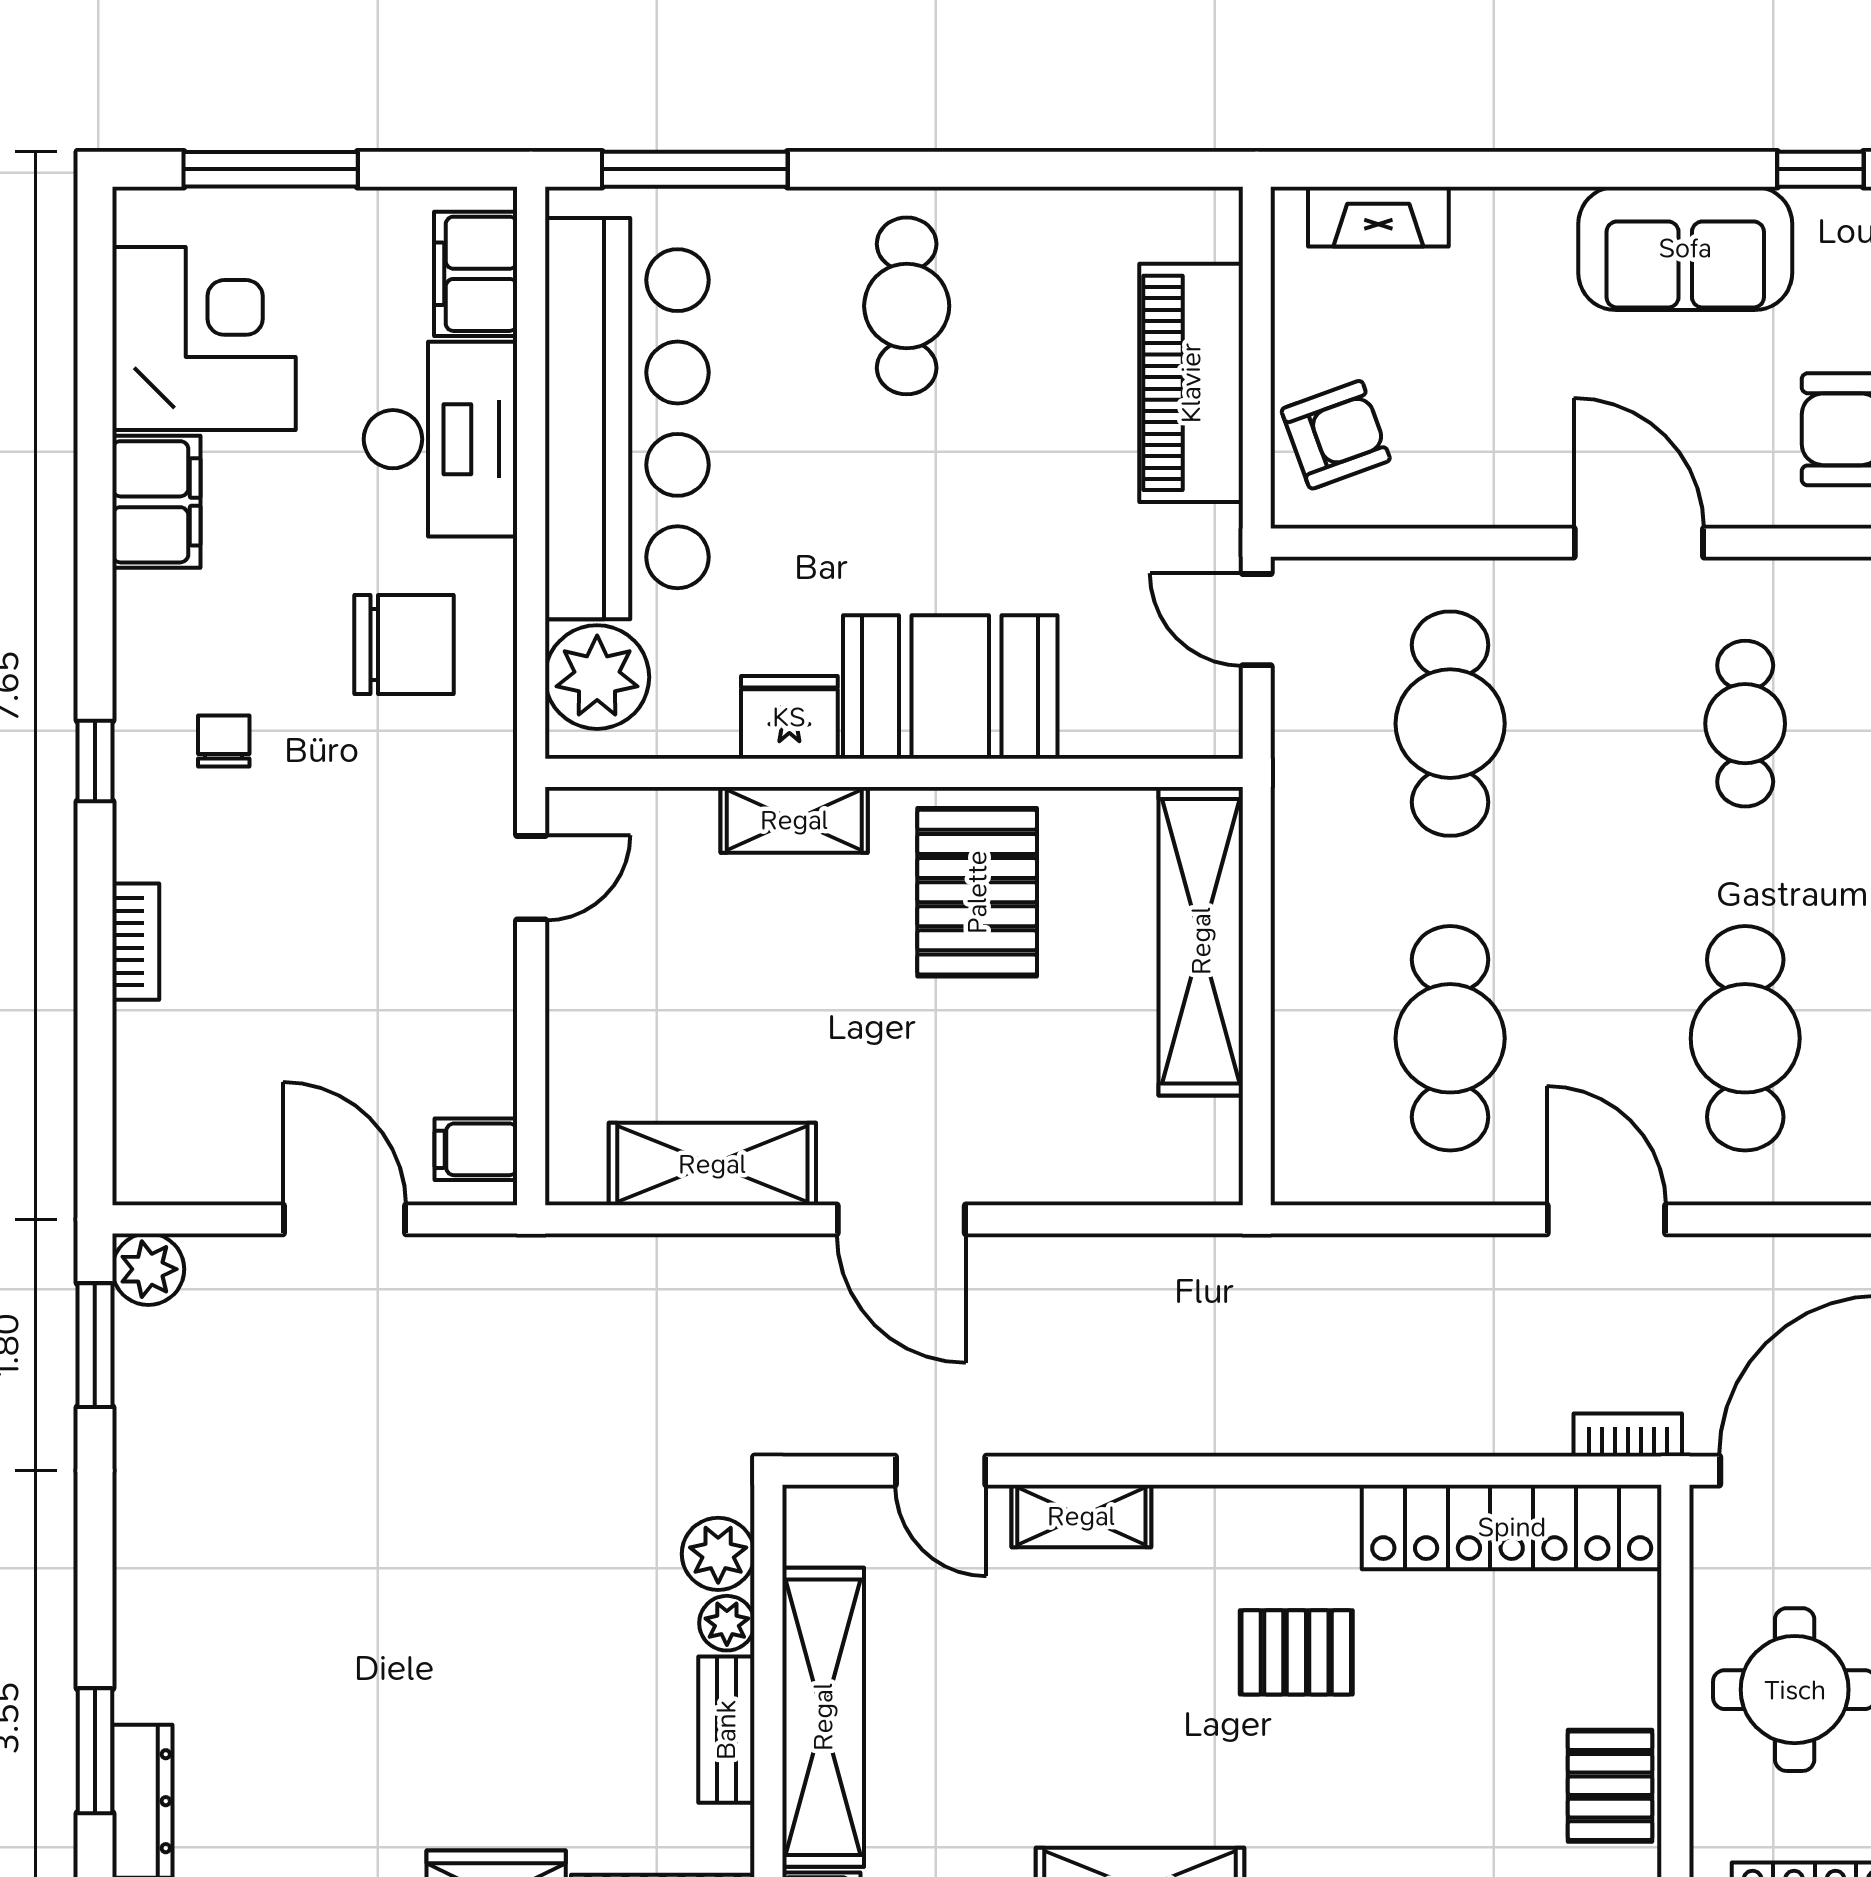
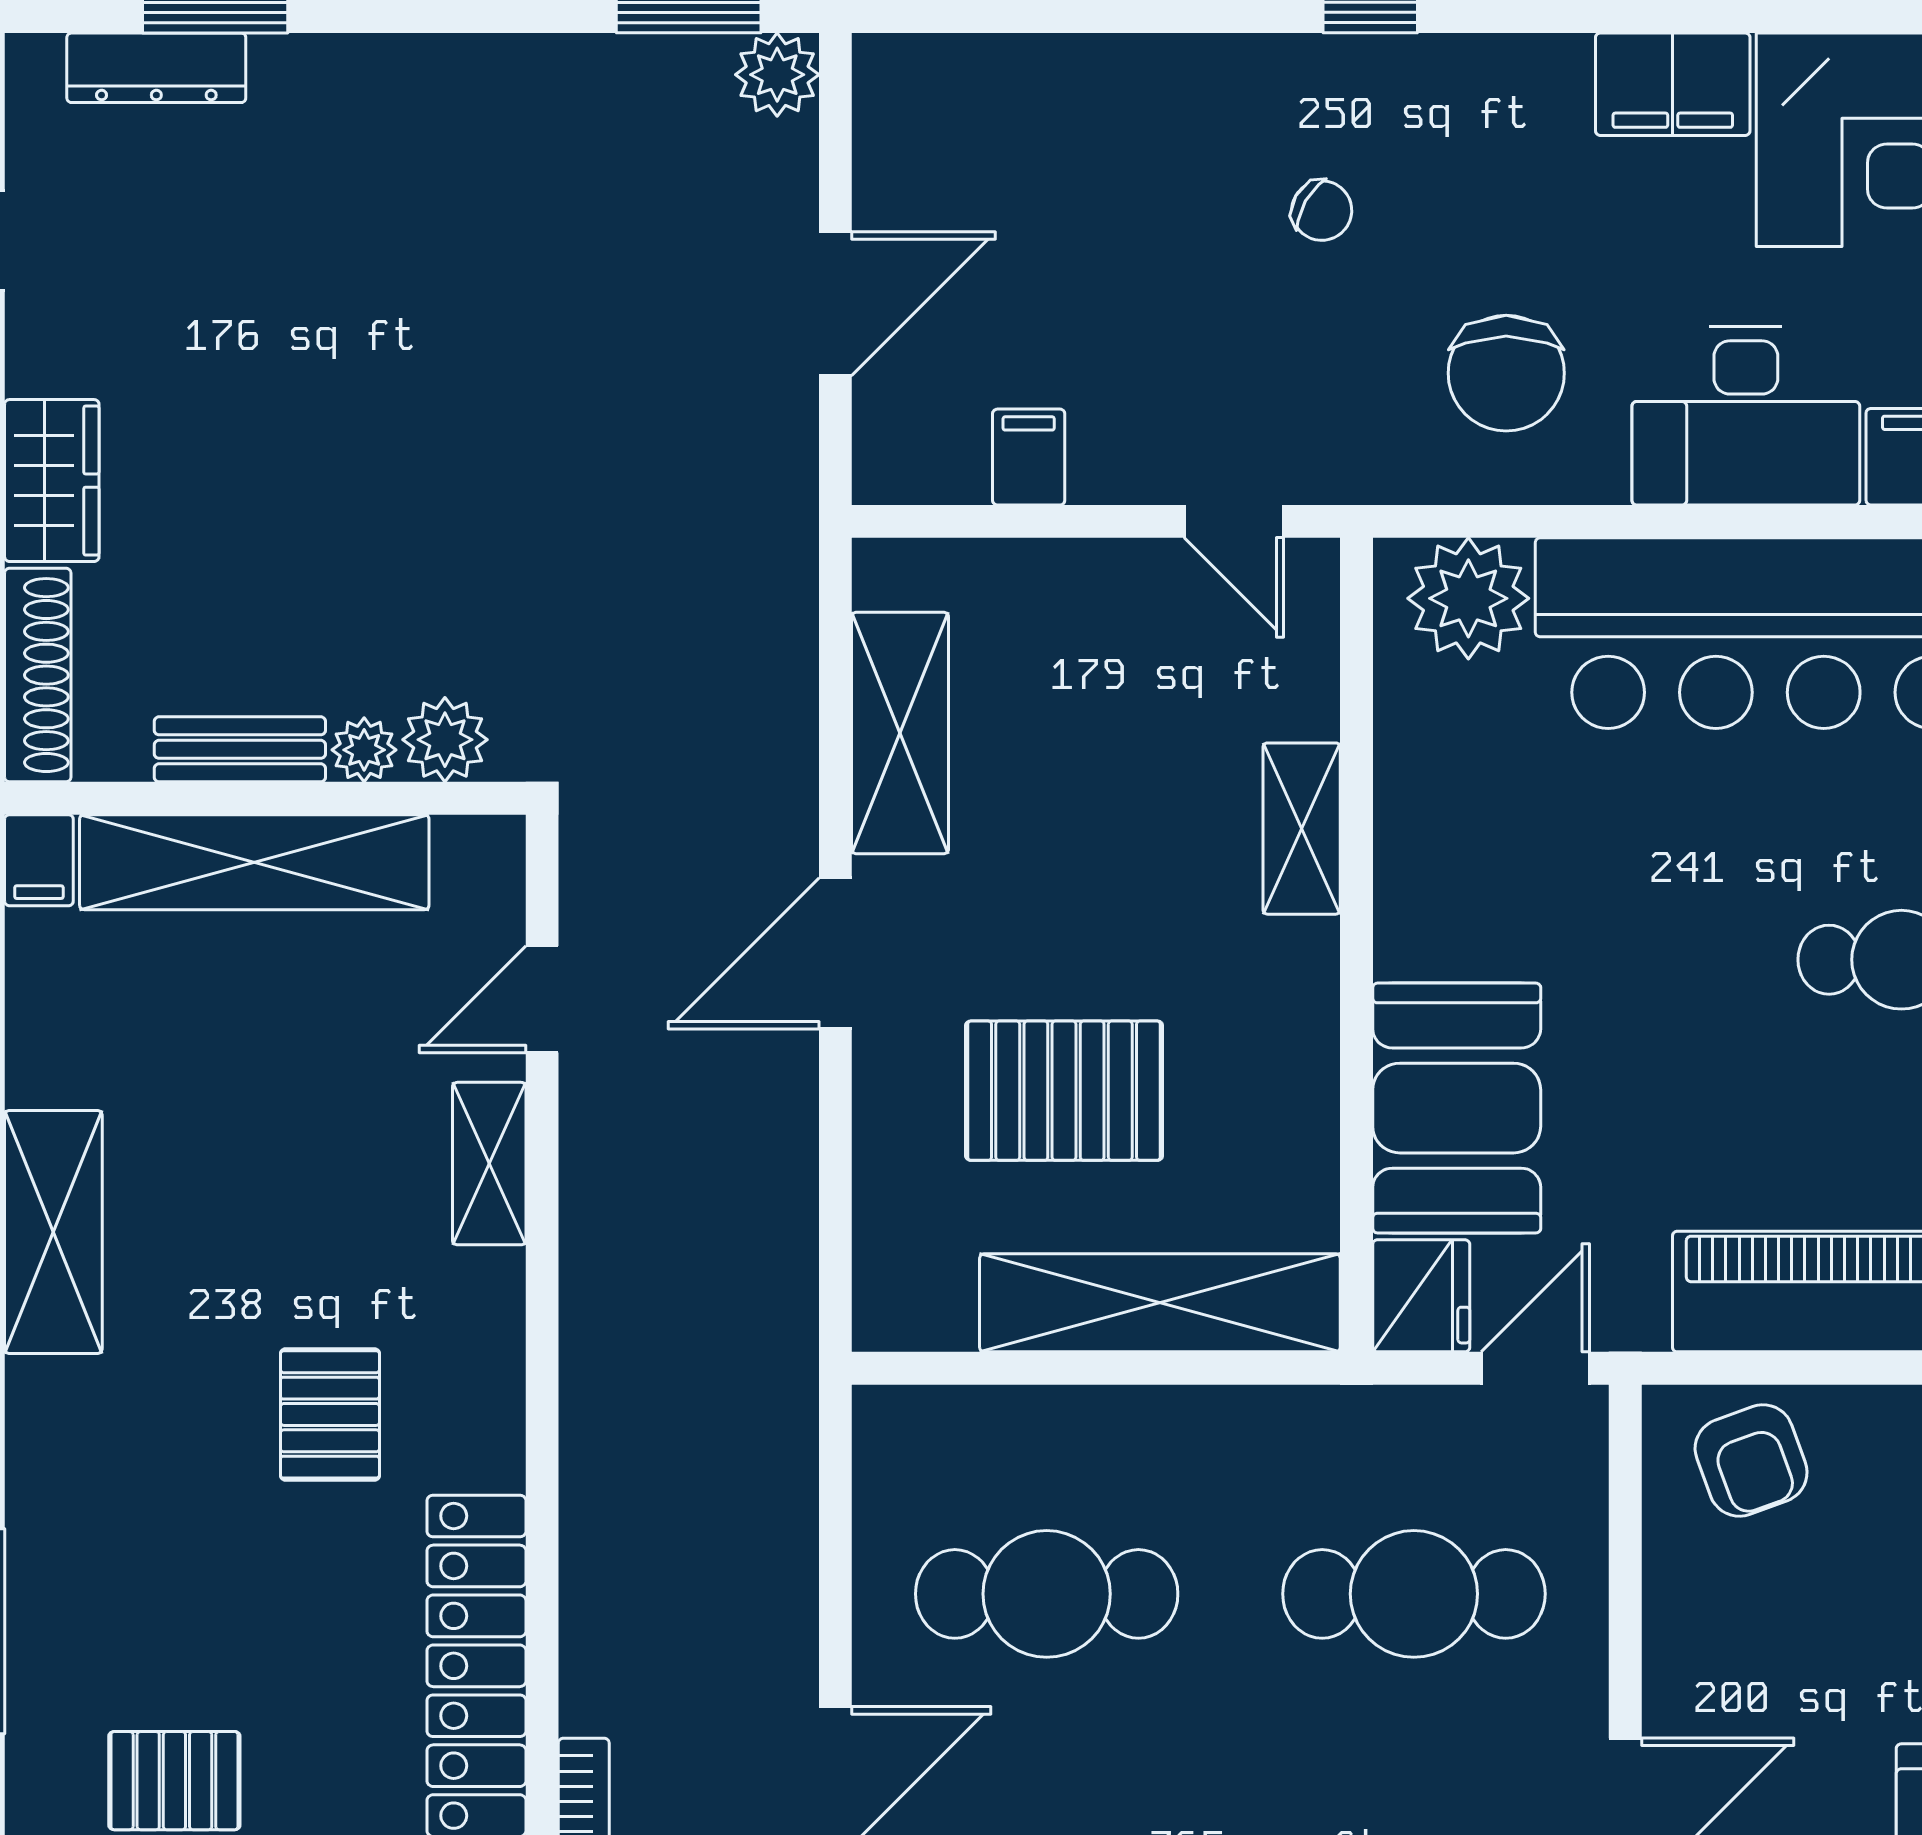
booth: (950, 687) -> (1457, 1108), moved
fridge: (789, 717) -> (1421, 1296), moved
chair: (224, 741) -> (1322, 211), moved, turned 30
pallet: (977, 892) -> (1064, 1091), moved
bookcase: (136, 942) -> (1159, 60), removed
filing cabinet: (476, 1149) -> (1029, 457), moved

